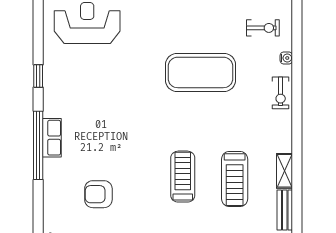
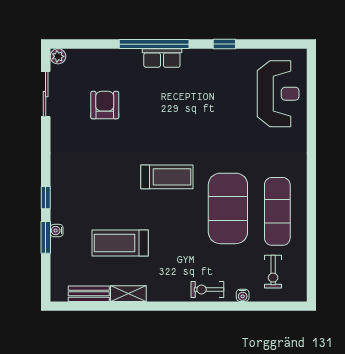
exercise mat: (203, 24) -> (277, 211), added
treadmill: (183, 177) -> (167, 177), moved

